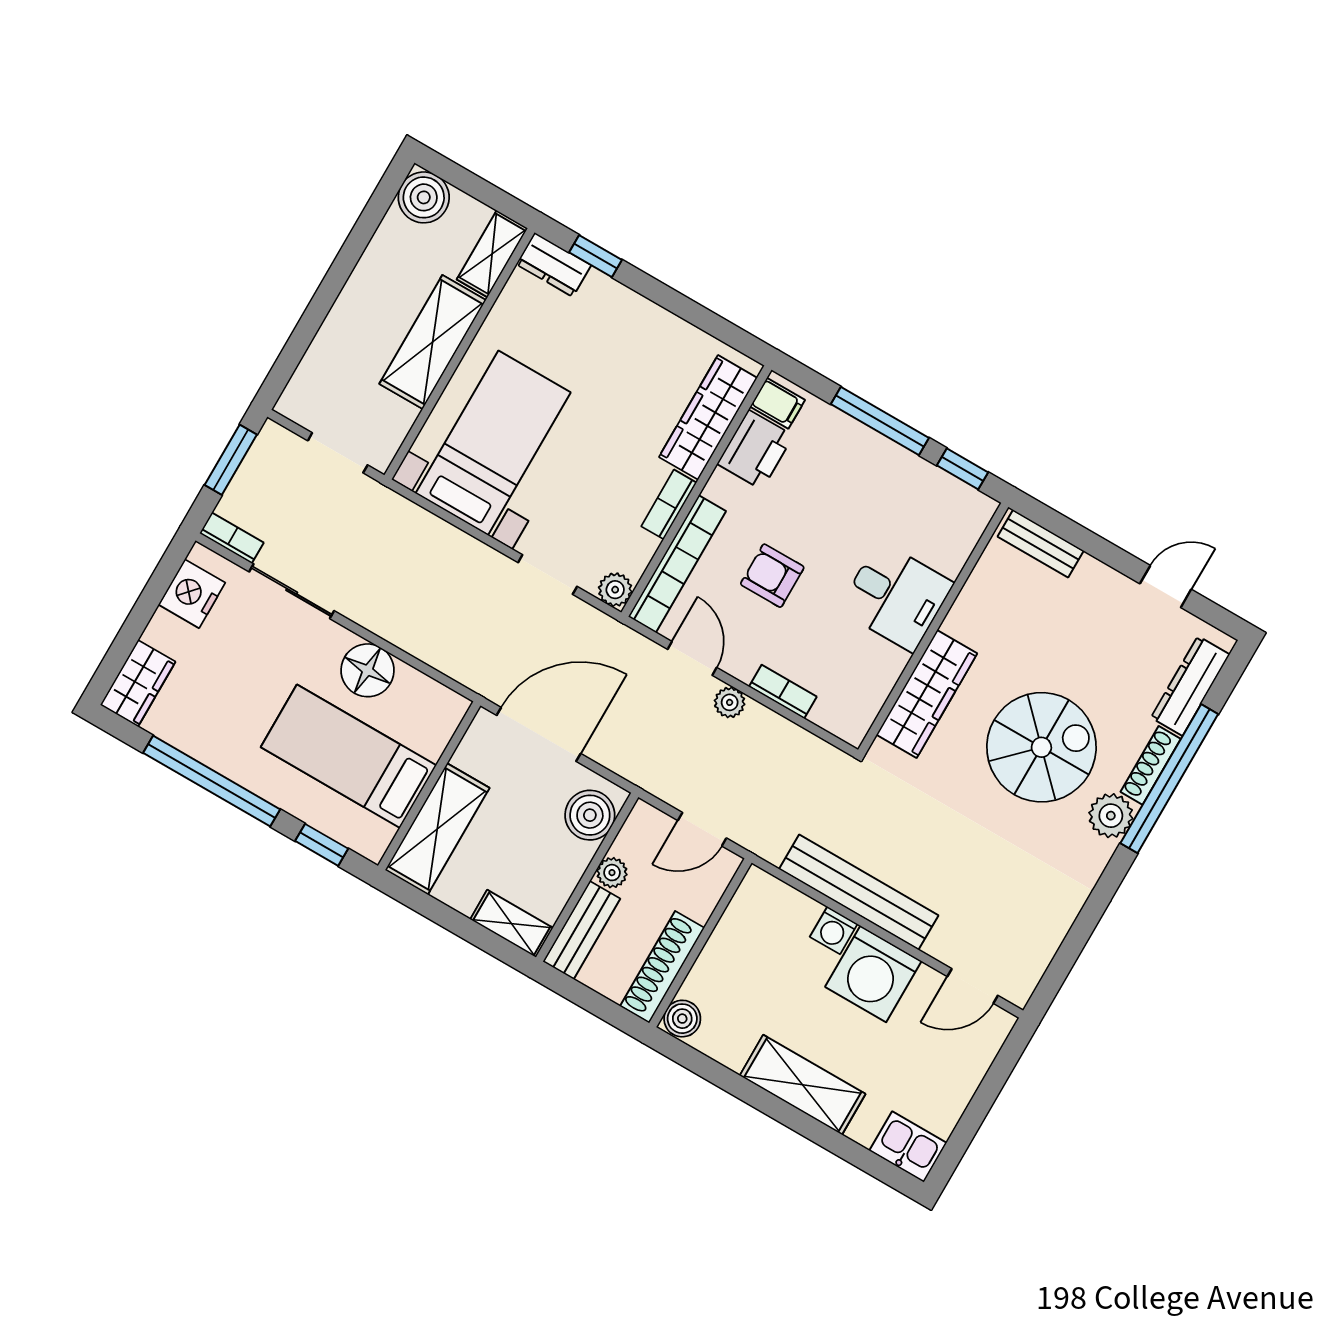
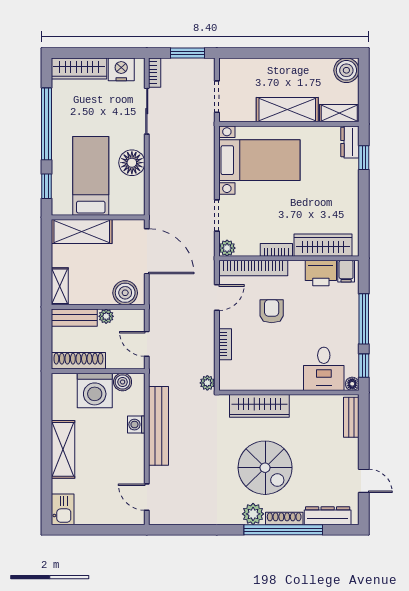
floor lamp: (983, 508) -> (352, 384), added
desk: (896, 596) -> (324, 369), moved
wardrobe: (138, 683) -> (79, 68), width x1.50
plant: (730, 702) -> (207, 383), moved
washing machine: (873, 974) -> (95, 390), moved, turned -90
boiler: (682, 1019) -> (123, 382), moved

